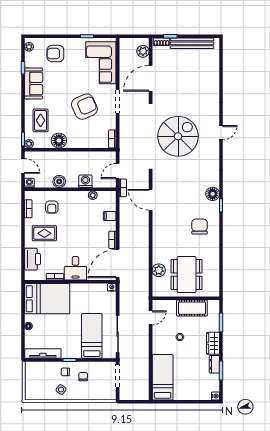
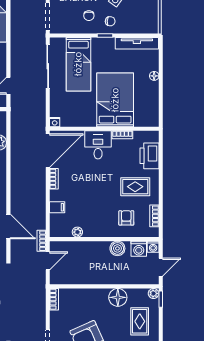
door: (23, 166) -> (161, 267), swing flipped
washing machine: (85, 181) -> (139, 249), moved
bed: (47, 299) -> (115, 100), moved, turned 90

